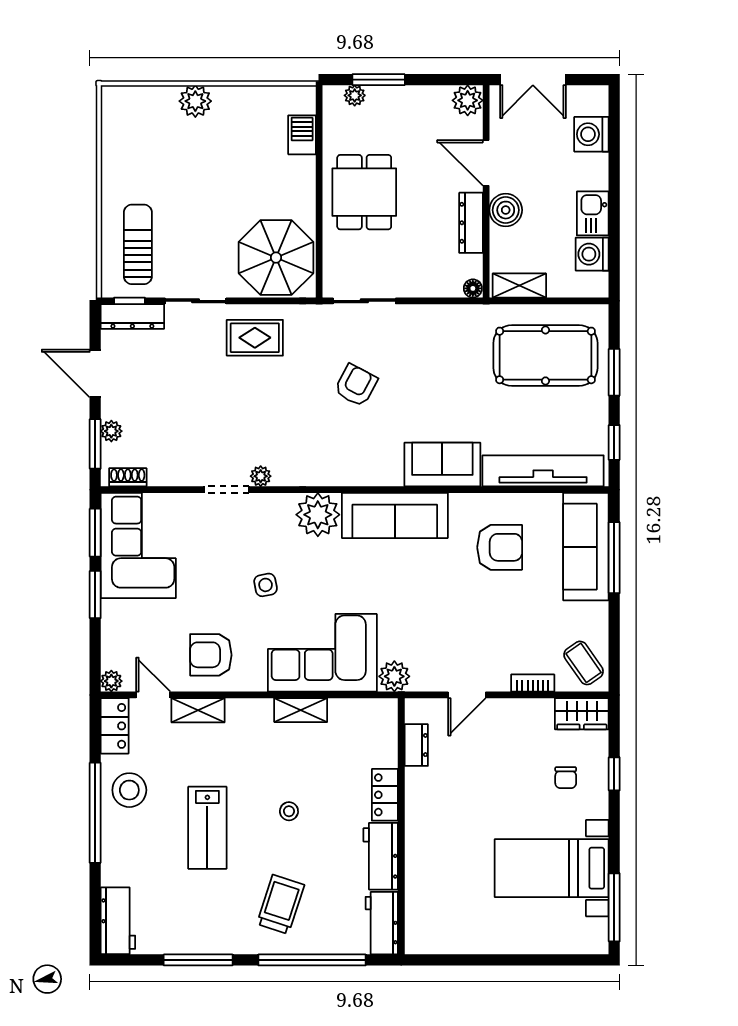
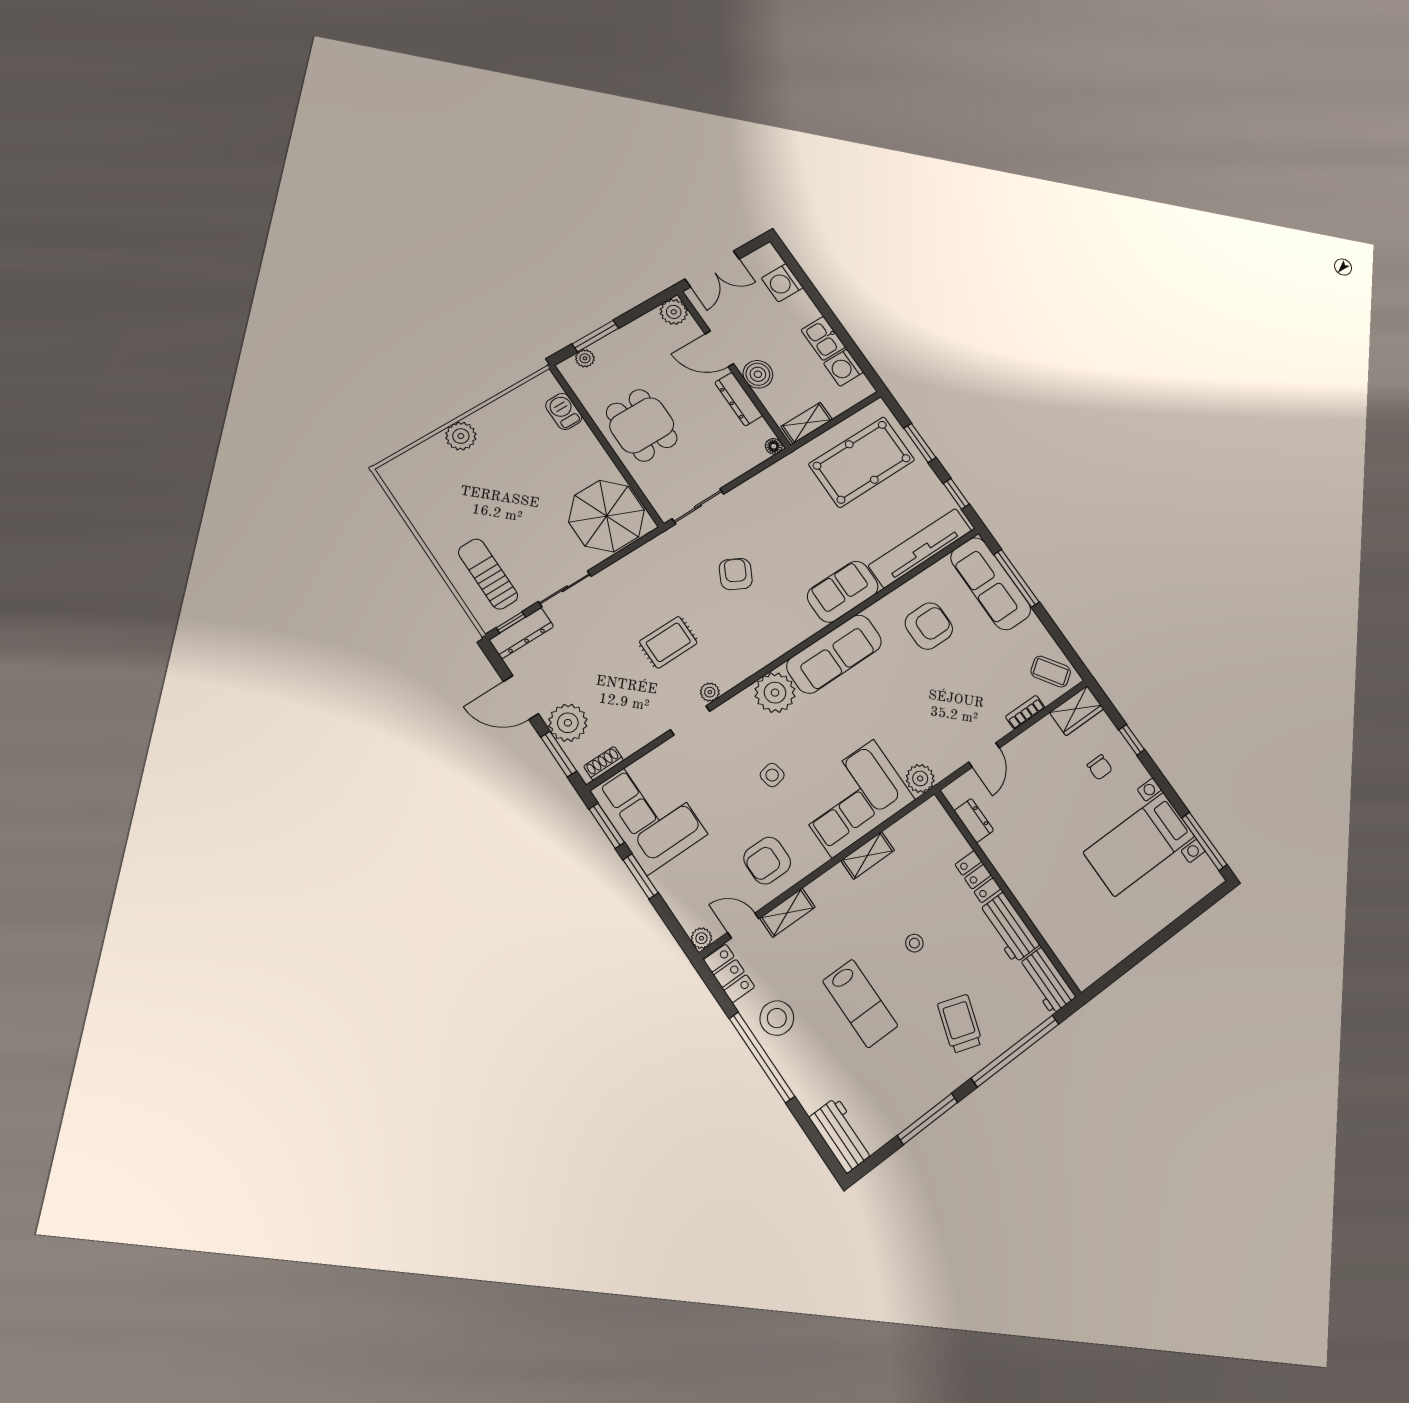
rug: (255, 338) -> (668, 642), moved
plant: (111, 431) -> (568, 723), width x1.87, depth x1.87

